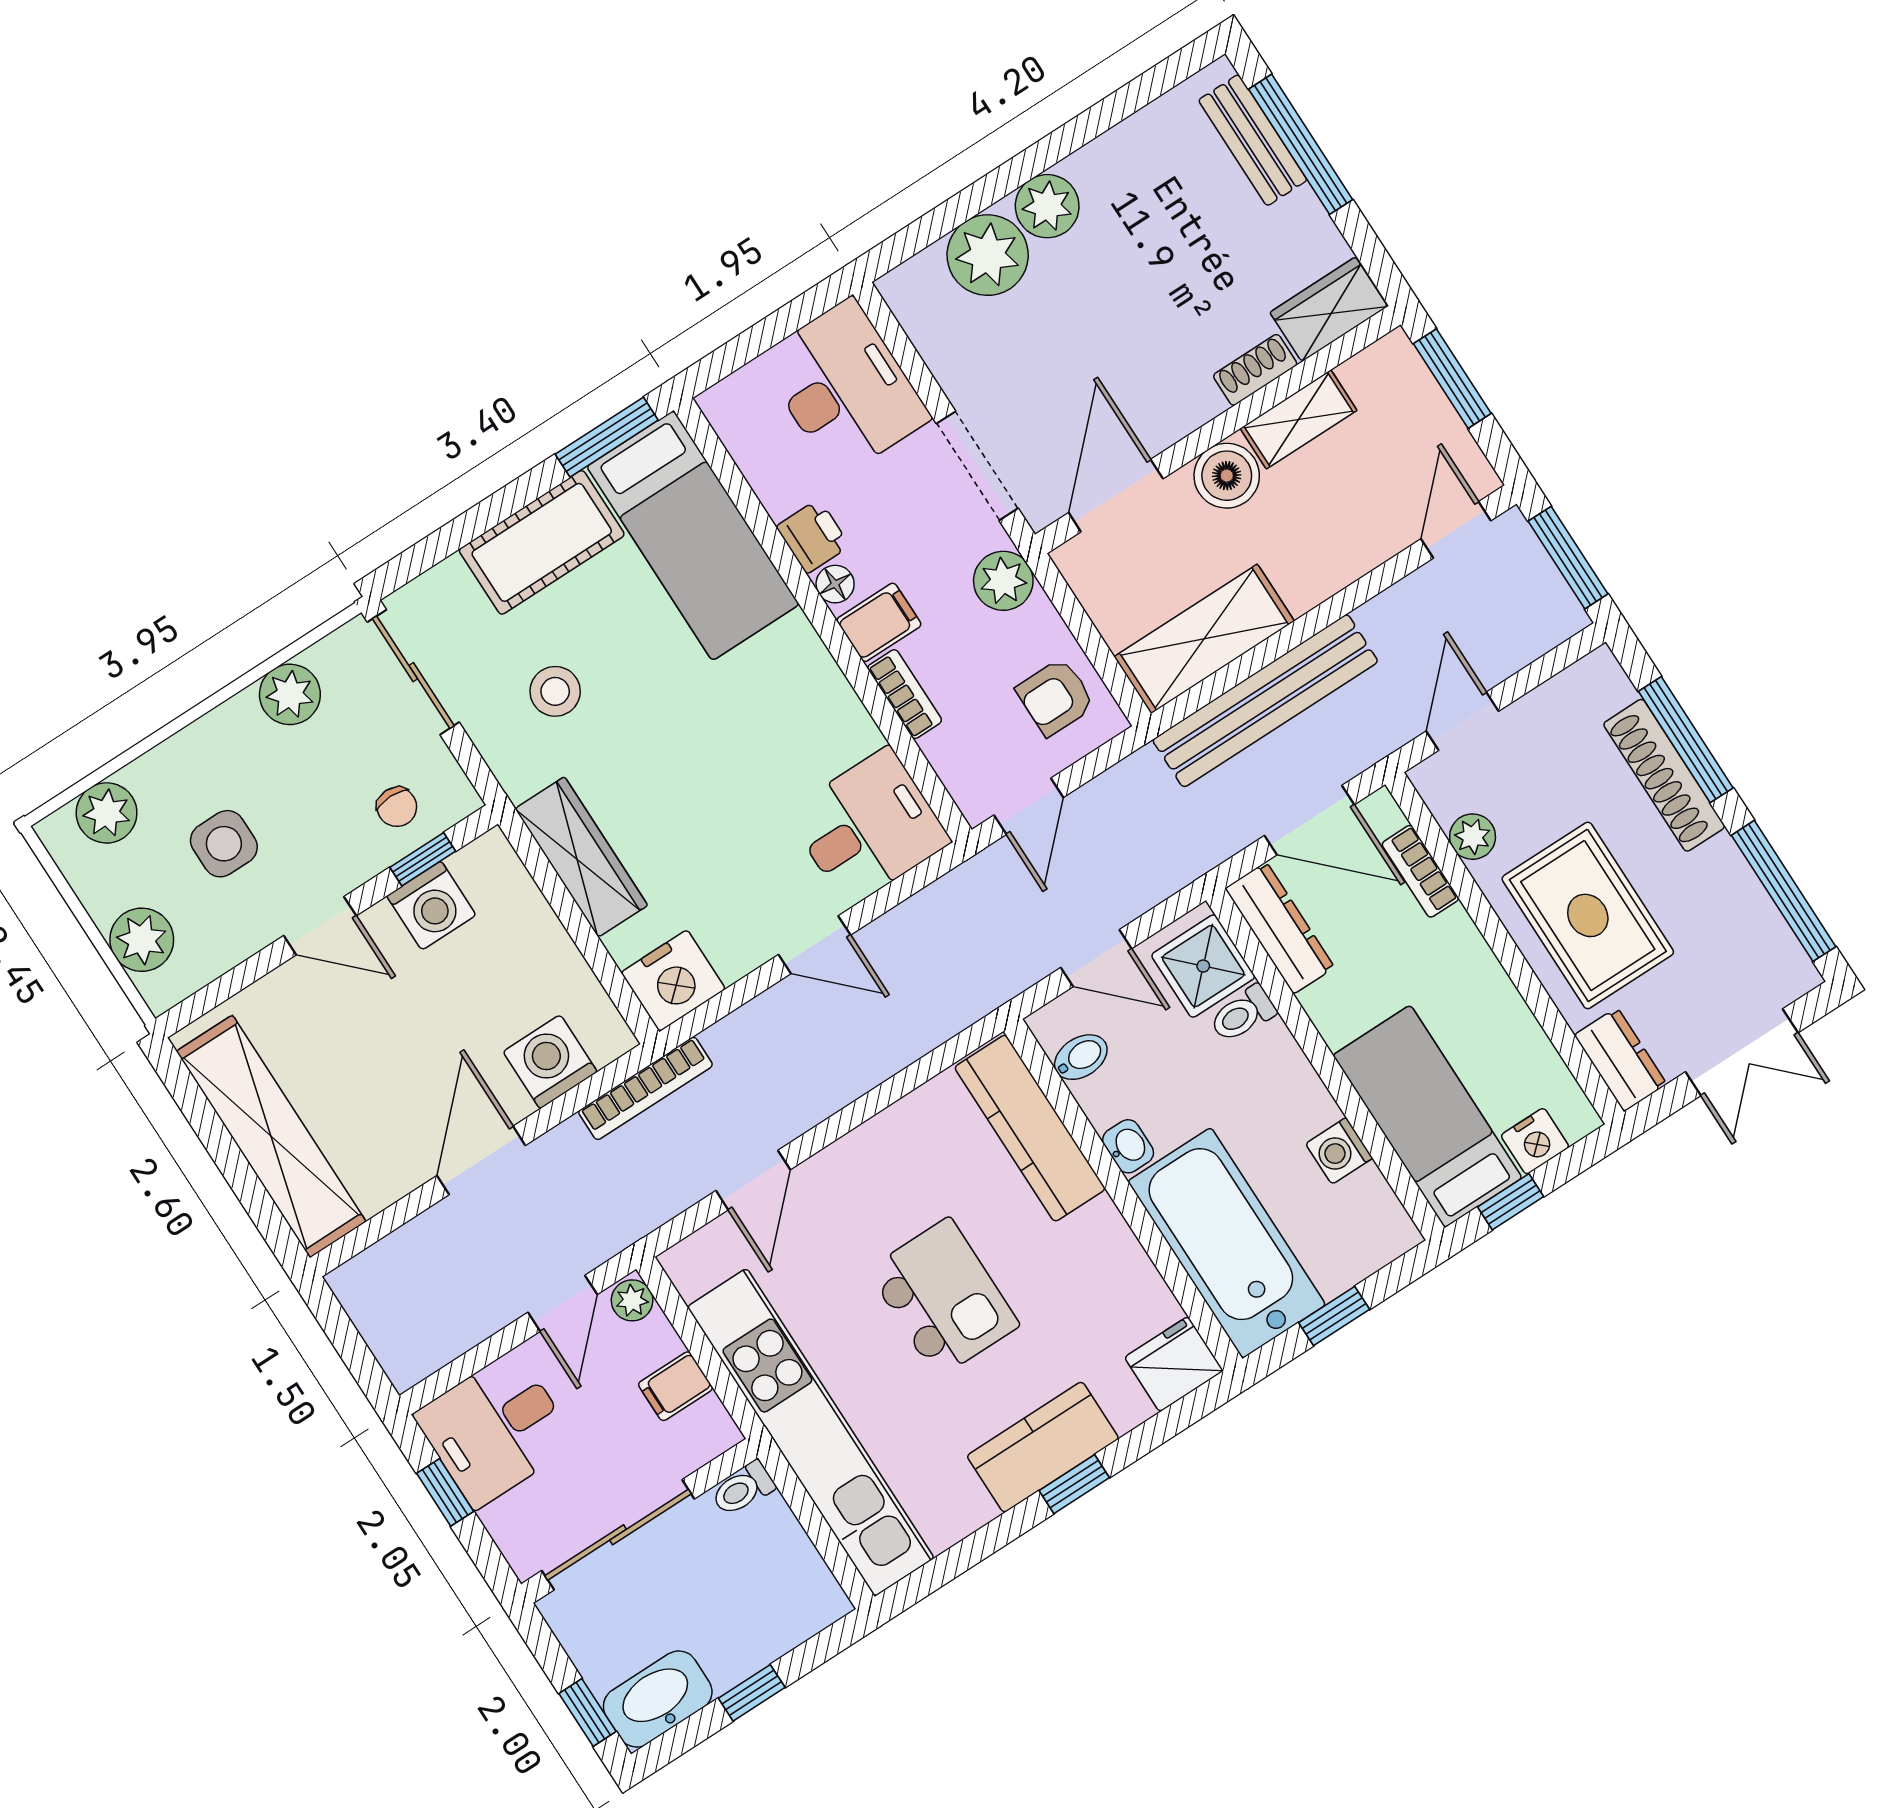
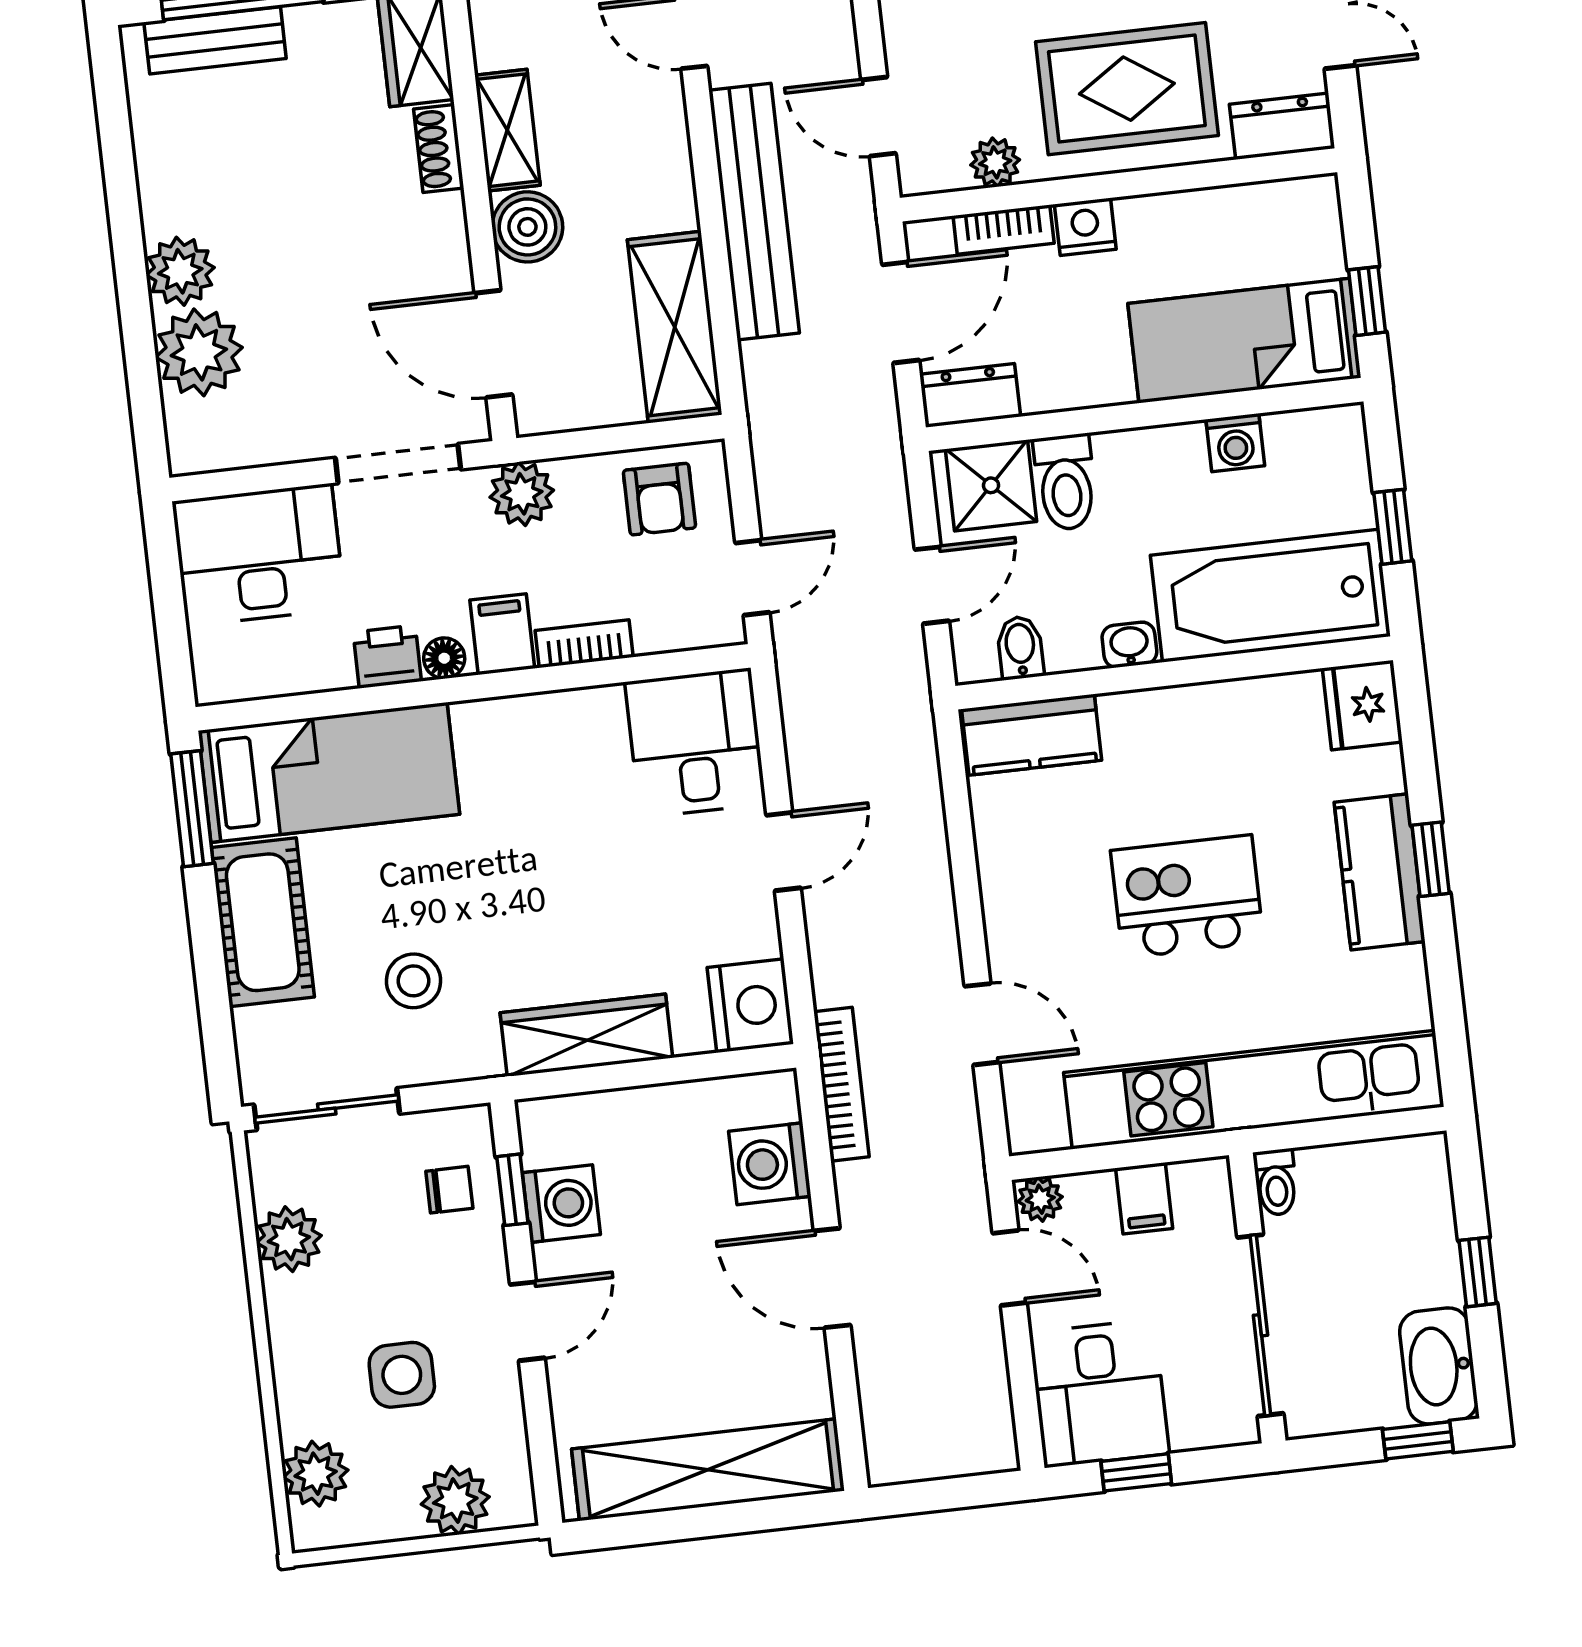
bench: (1265, 701) -> (754, 212), moved
door: (1029, 806) -> (752, 578), hinge flipped
dresser: (1280, 928) -> (970, 395), width x0.70
toilet: (1243, 1014) -> (1066, 482), width x1.37, depth x1.39
kitchen counter: (1030, 1128) -> (1032, 735), width x0.67
nightstand: (1535, 1141) -> (1085, 227), moved, turned -90

